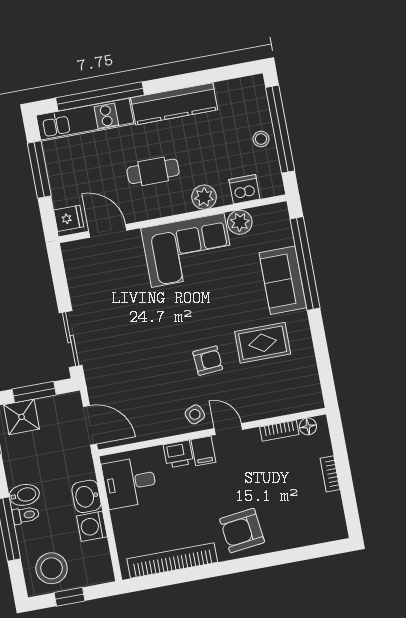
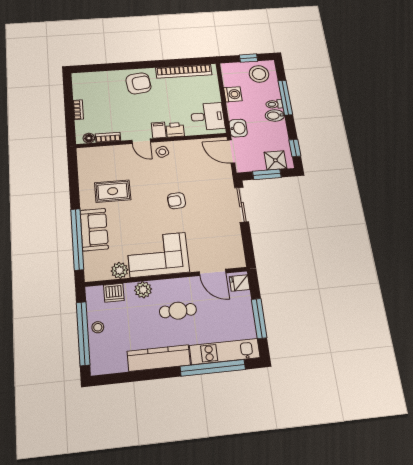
armchair: (208, 361) -> (177, 201), moved
washbasin: (86, 496) -> (238, 128), moved

